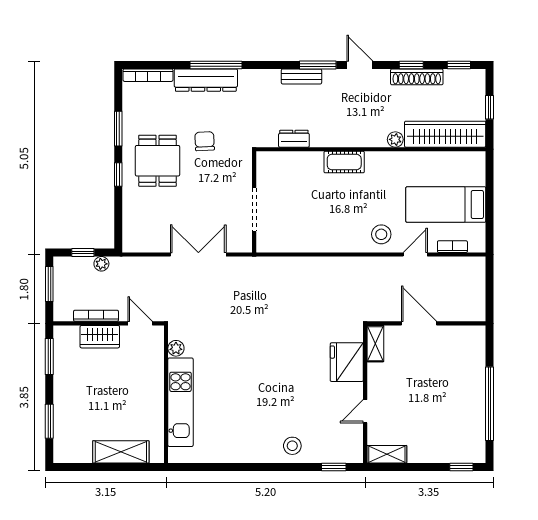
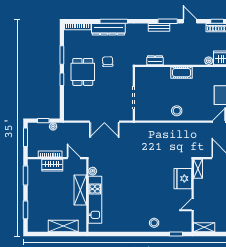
stool: (381, 234) -> (177, 111), moved
double door: (198, 254) -> (104, 122), swing flipped
shelving: (153, 384) -> (80, 190), added

